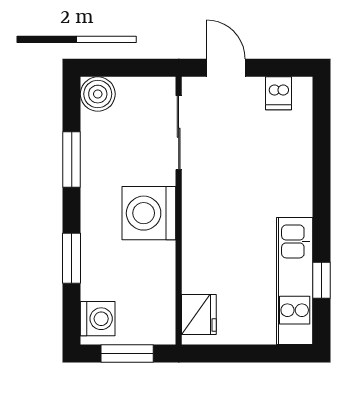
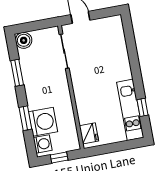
dishwasher: (279, 93) -> (107, 25), removed
washing machine: (149, 213) -> (43, 122), moved, turned 180
window: (127, 353) -> (59, 157), width x0.67

